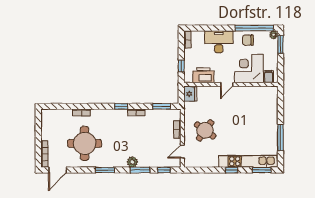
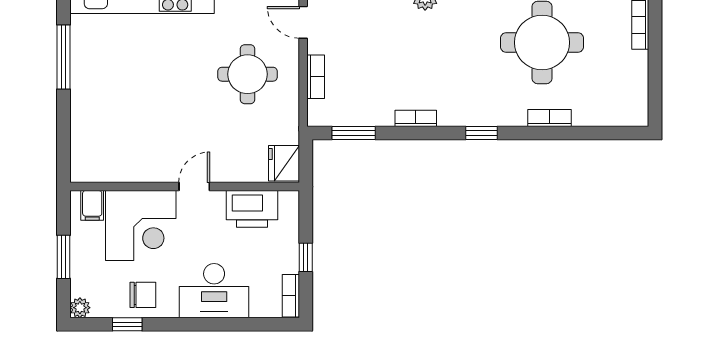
window: (254, 28) -> (127, 324), width x0.32
window: (280, 44) -> (63, 257), moved
window: (181, 66) -> (306, 257), moved
window: (121, 106) -> (482, 133), moved
round table: (205, 130) -> (248, 74), turned -36
door: (182, 152) -> (303, 22), swing flipped

